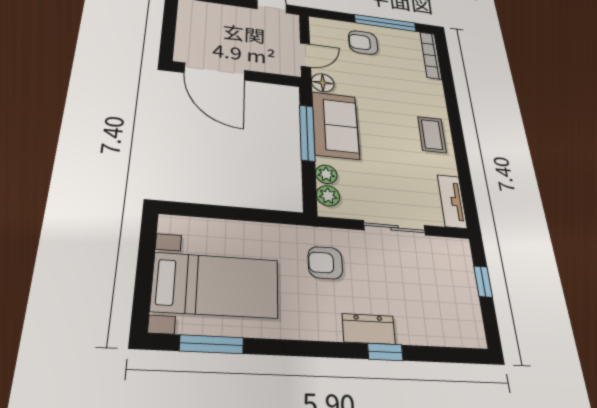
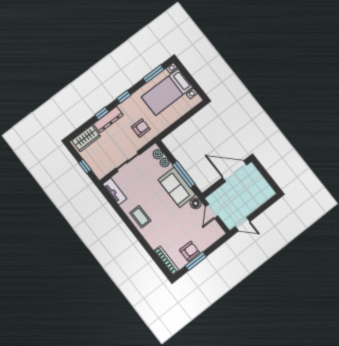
window: (385, 23) -> (196, 261), width x0.69
armchair: (363, 42) -> (190, 251), moved
dresser: (369, 329) -> (108, 119), width x1.44
wardrobe: (450, 329) -> (86, 138), added
window: (314, 349) -> (124, 97), added

